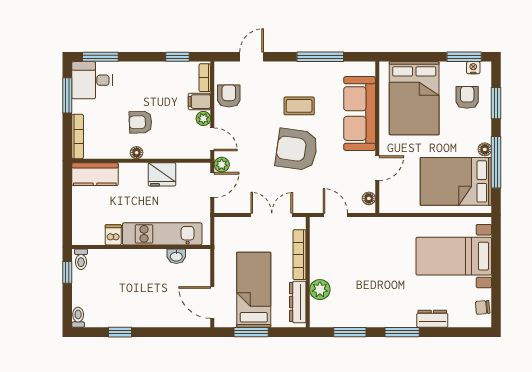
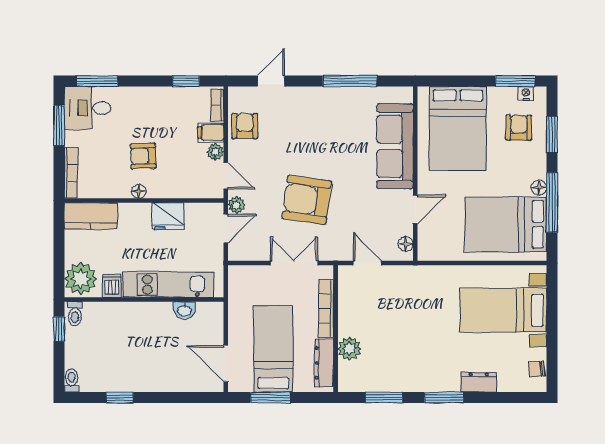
coffee table: (299, 106) -> (326, 138), removed
armchair: (297, 149) -> (307, 200), moved
plant: (86, 229) -> (81, 279), added

